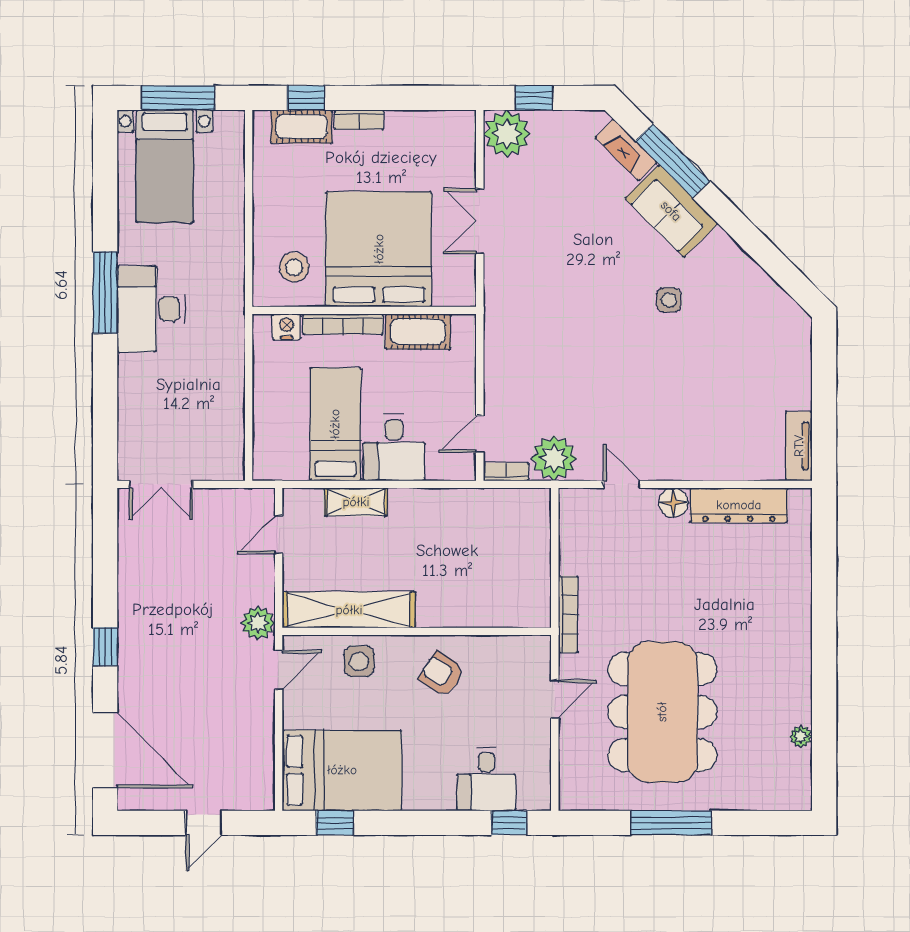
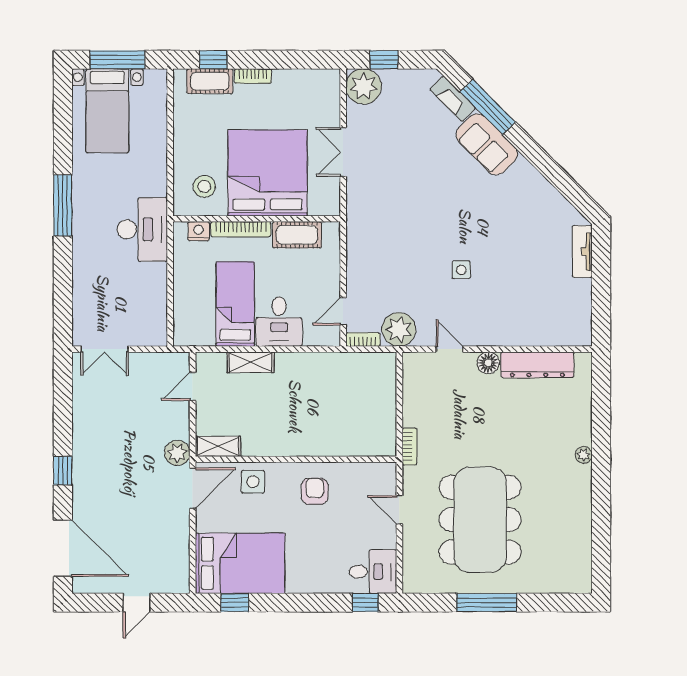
side table: (669, 300) -> (461, 270), moved
desk: (151, 309) -> (142, 229), moved, turned 180
tv unit: (799, 446) -> (582, 252), moved
shelving: (349, 610) -> (218, 446), width x0.45, depth x0.75
bookcase: (568, 614) -> (409, 446), width x0.64
door: (279, 670) -> (193, 488), width x1.38
armchair: (442, 674) -> (315, 491), turned 57
door: (555, 699) -> (399, 510), swing flipped
plant: (801, 736) -> (584, 455), moved
desk: (486, 779) -> (373, 572), moved, turned -90

